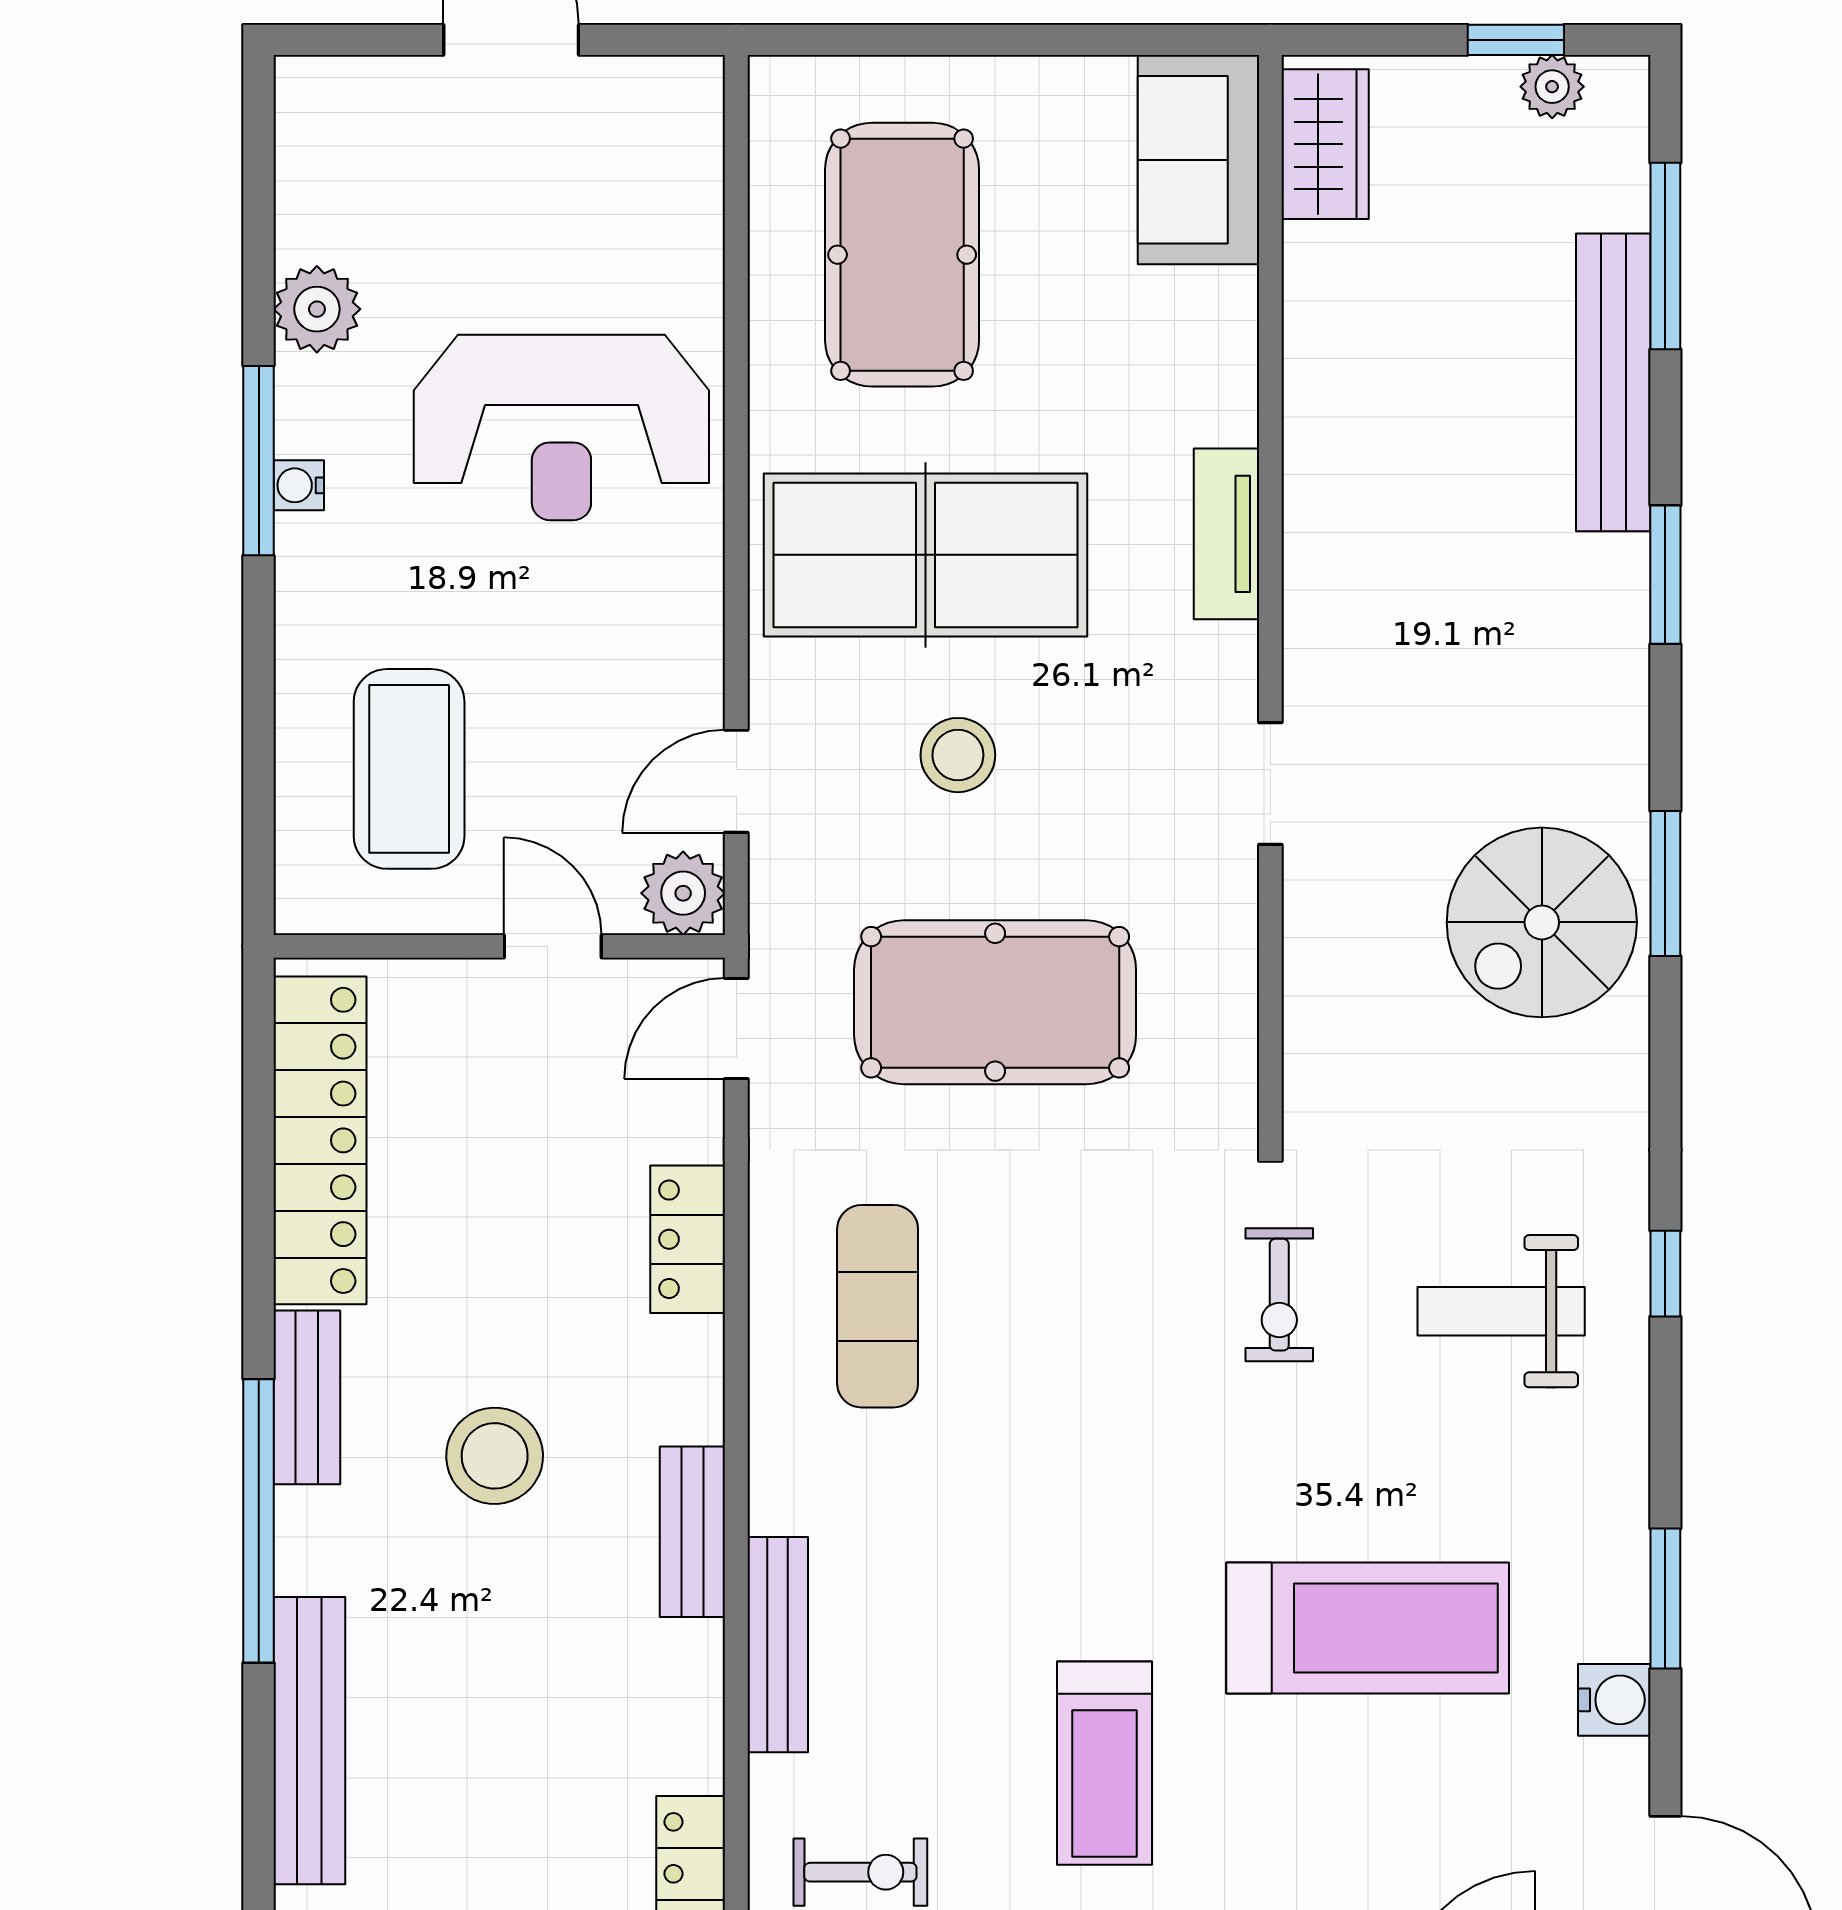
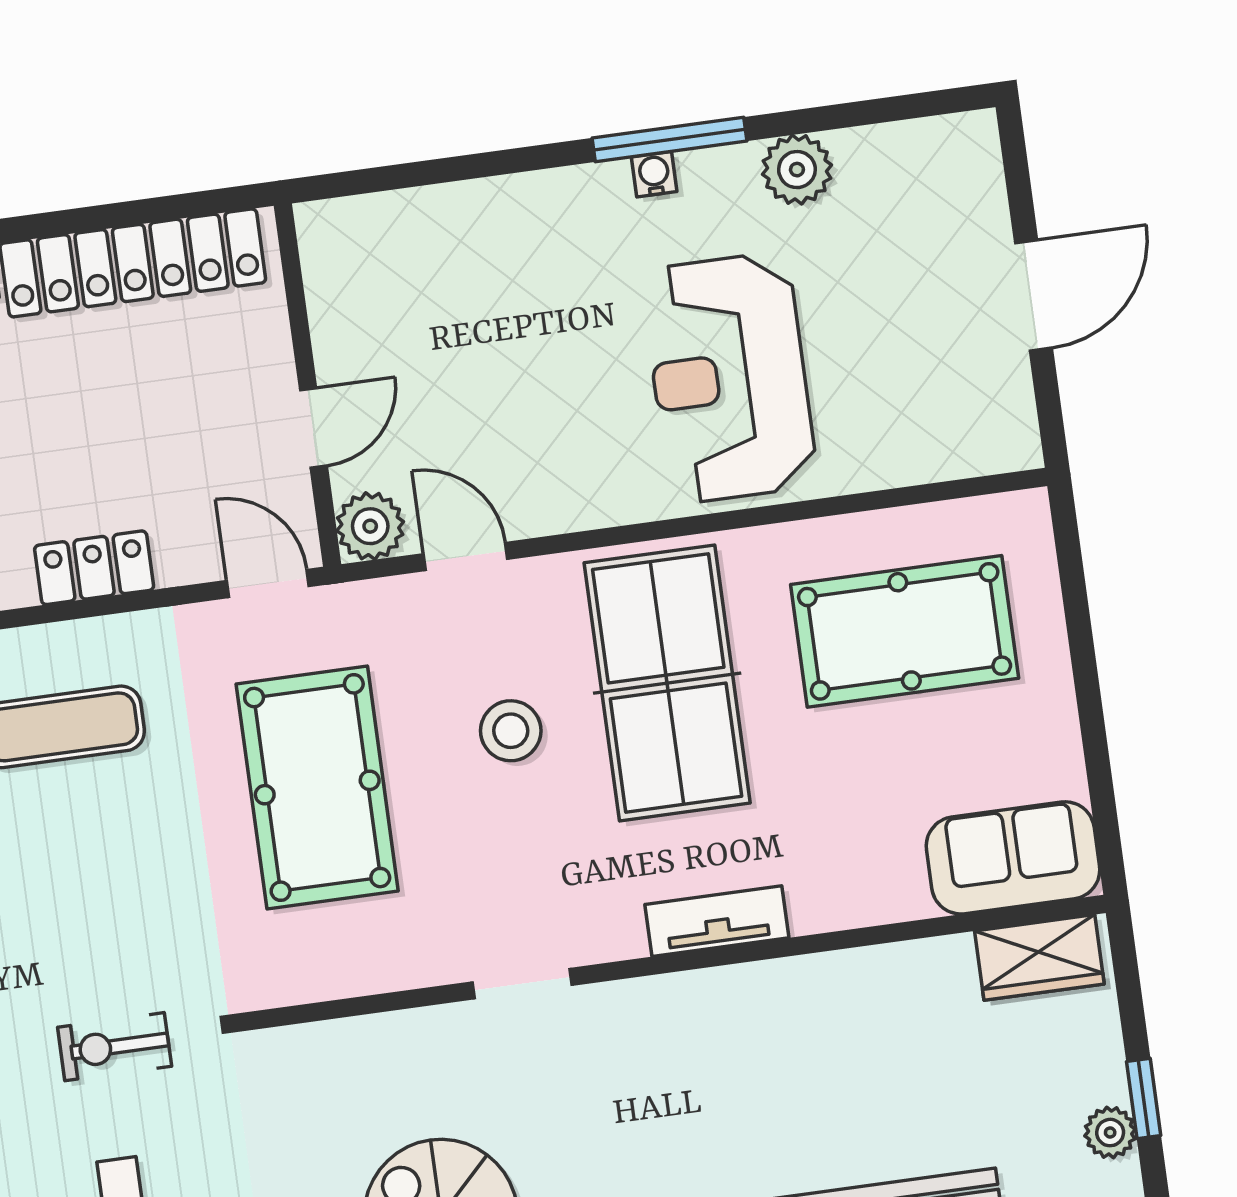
coffee table: (409, 769) -> (440, 294), removed

